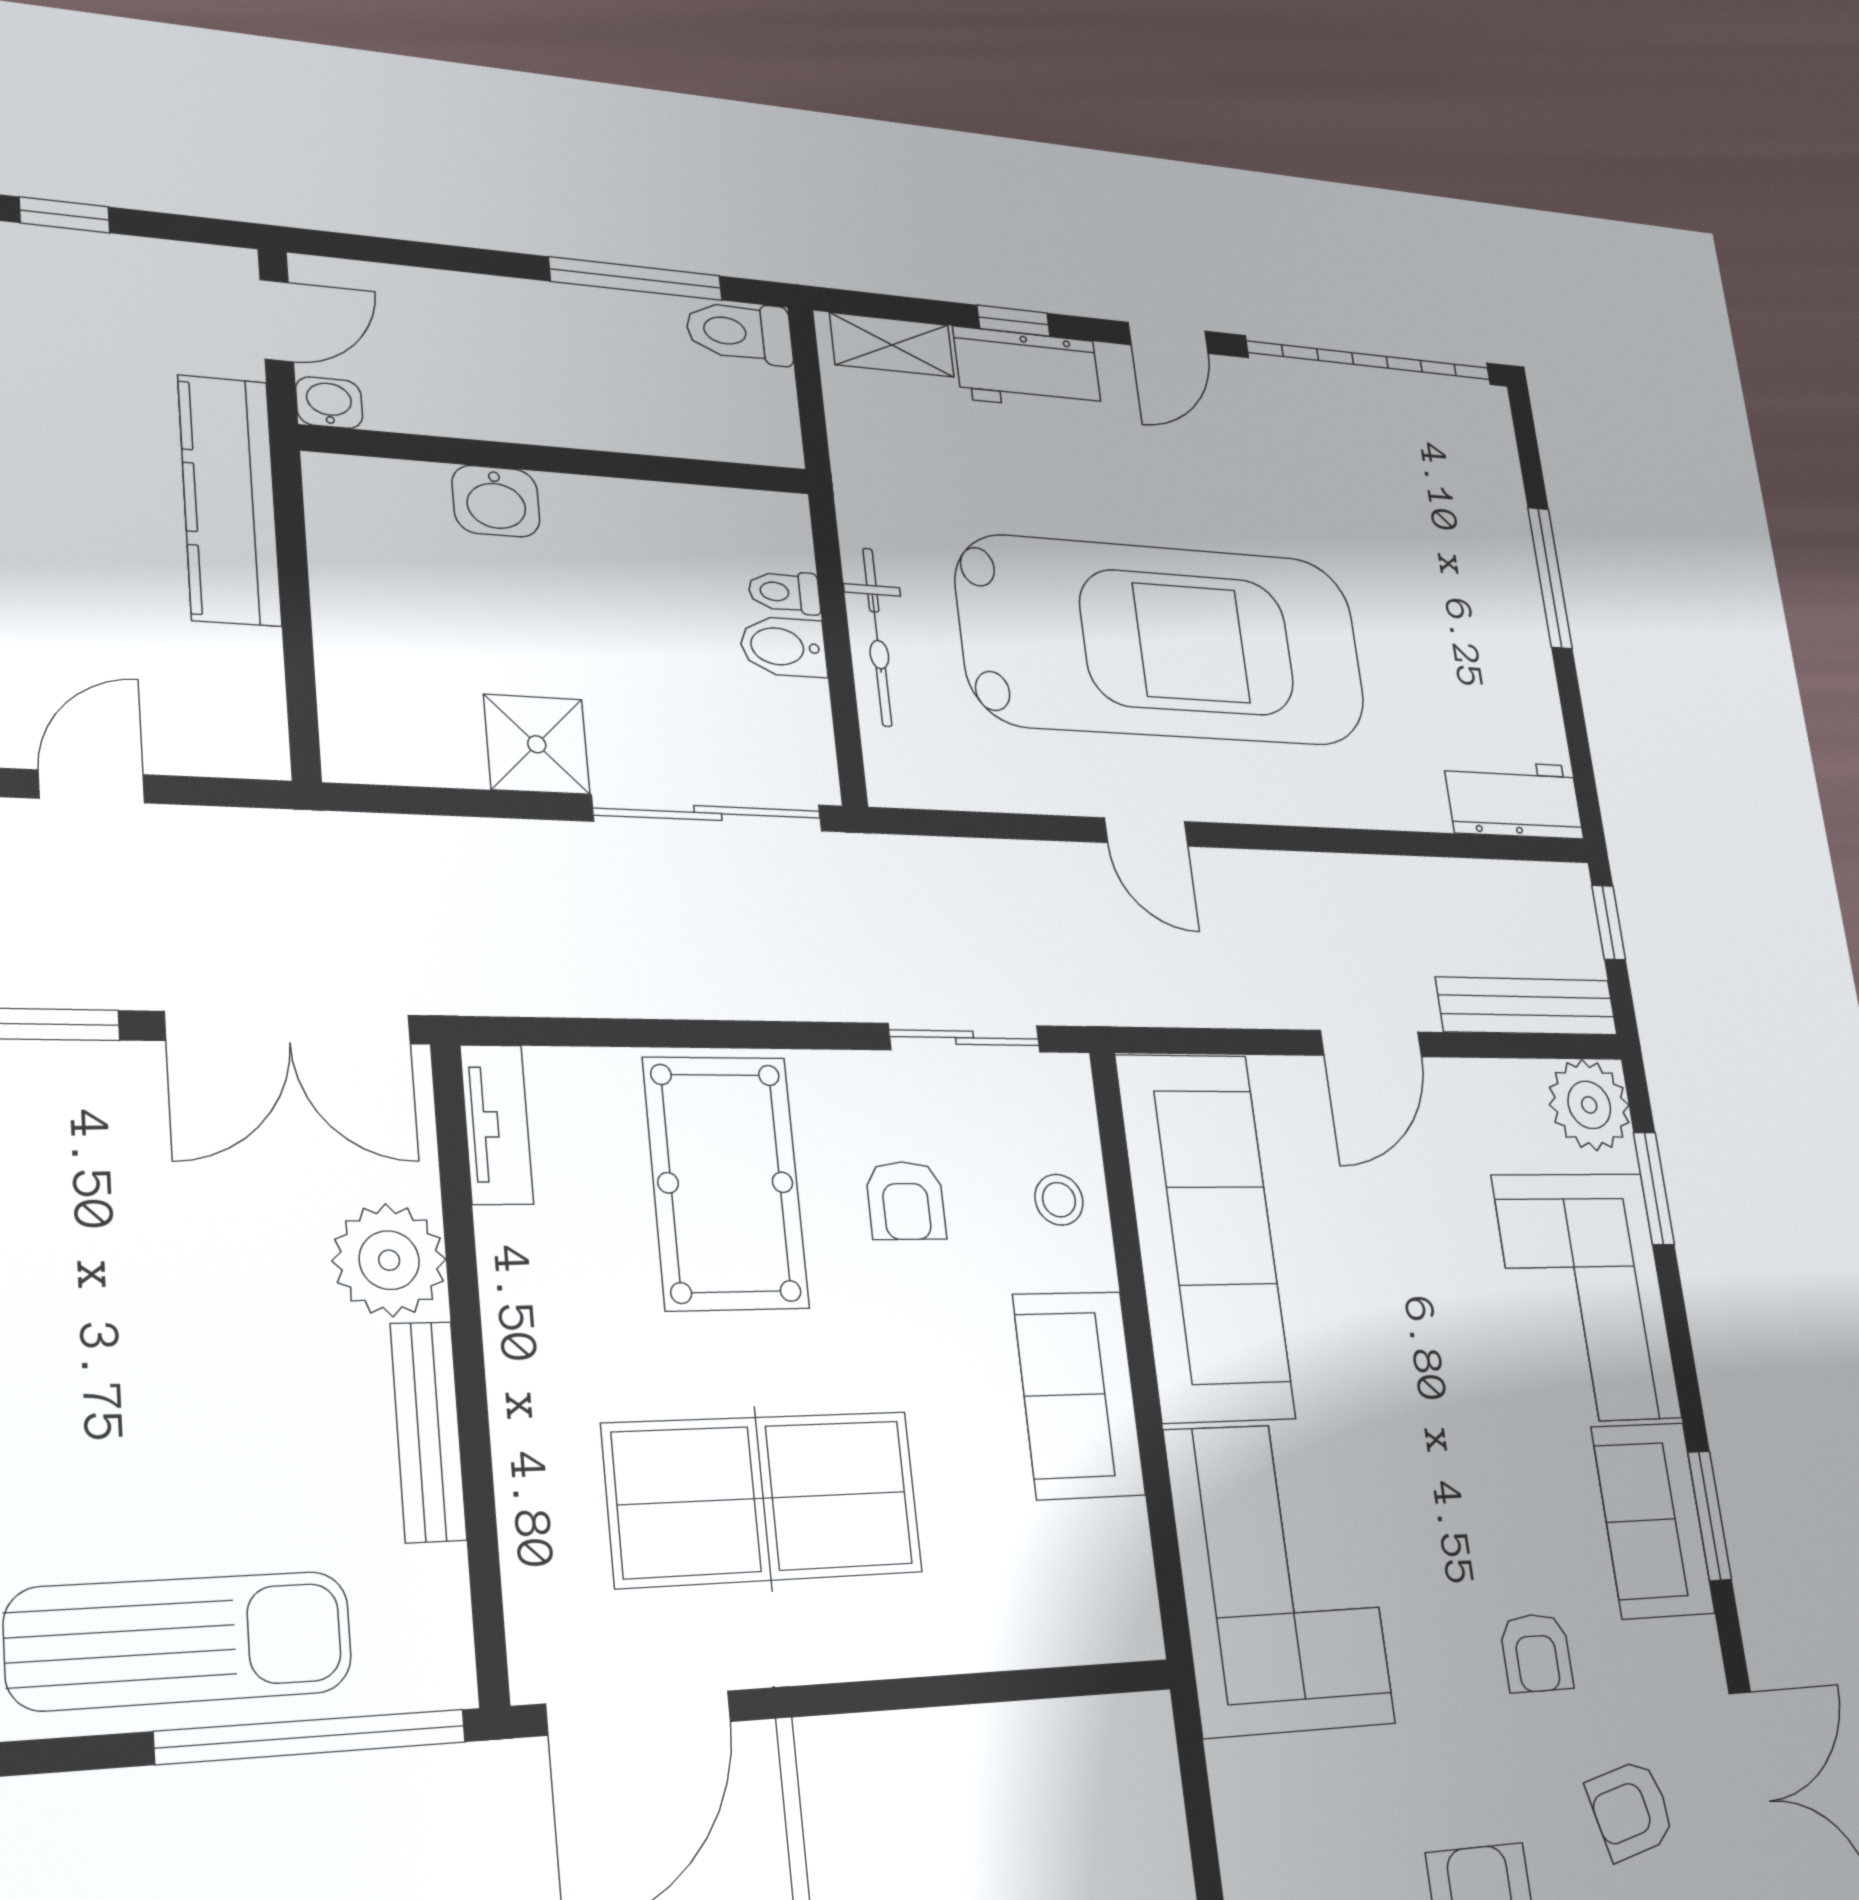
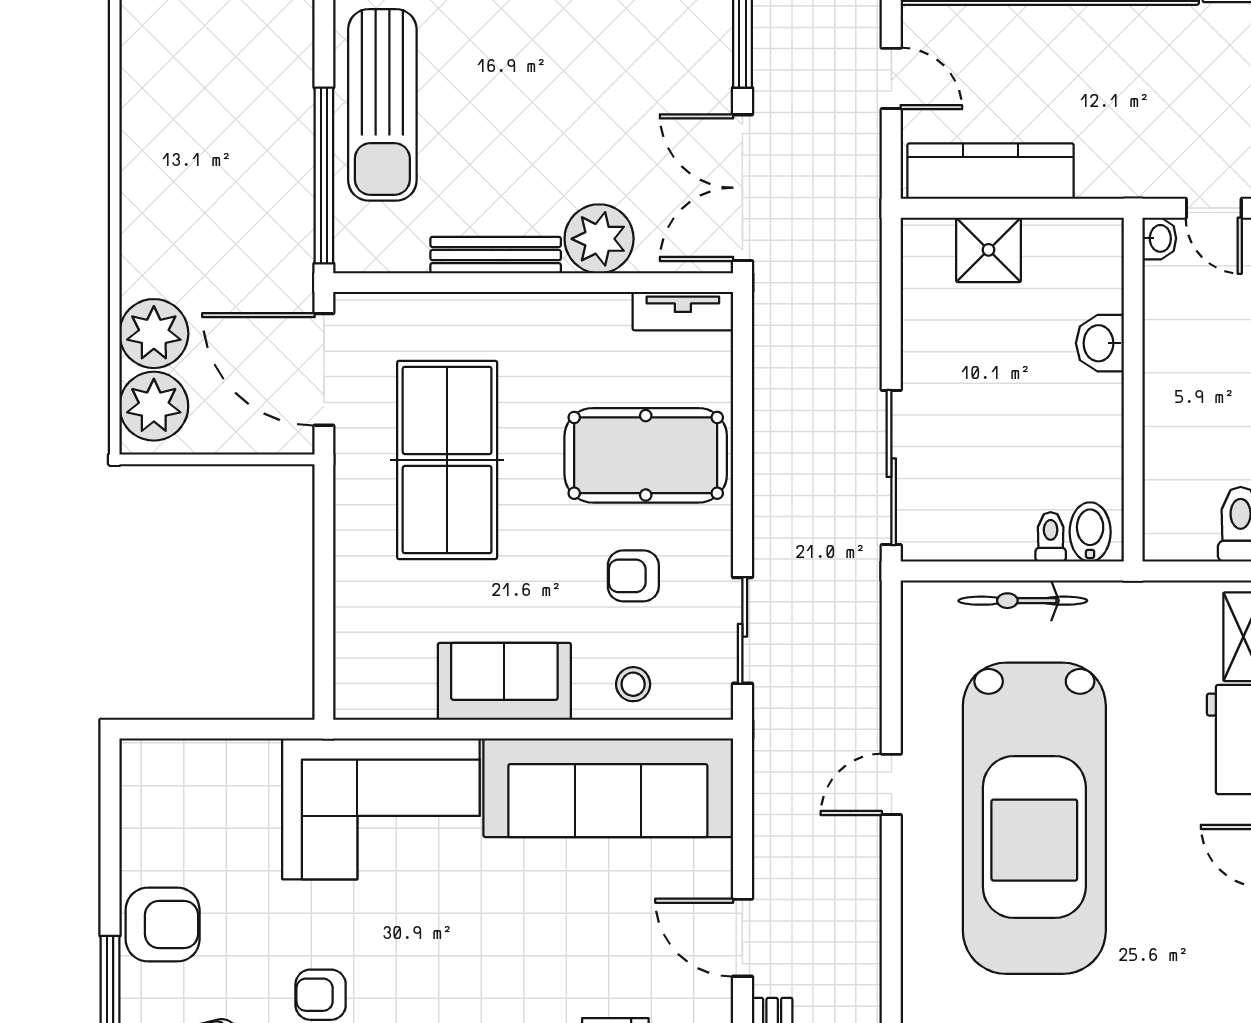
kitchen counter: (229, 500) -> (991, 171), moved
bidet: (783, 647) -> (1090, 532), moved
shower: (537, 744) -> (989, 250), moved

